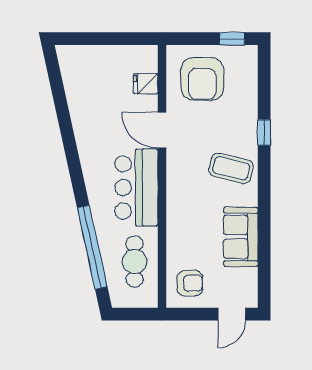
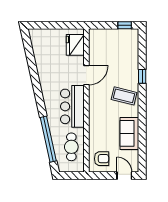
armchair: (202, 79) -> (108, 47), removed
fridge: (146, 84) -> (75, 45), width x1.88, depth x1.34
door: (162, 130) -> (86, 75), swing flipped
door: (232, 314) -> (124, 176), swing flipped

